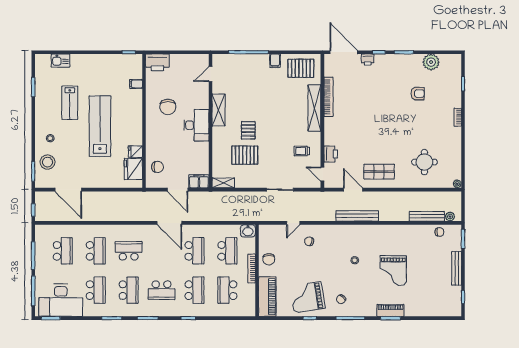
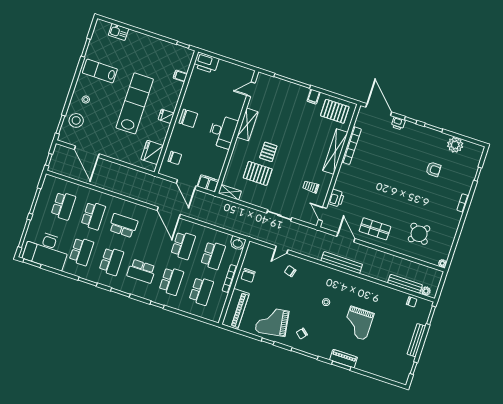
lab bench: (70, 103) -> (100, 71), moved, turned 90
chair: (168, 107) -> (188, 118), moved, turned -90
fridge: (135, 152) -> (166, 116), moved
round table: (424, 162) -> (419, 234), turned 38
school desk: (227, 290) -> (201, 291), turned 180

